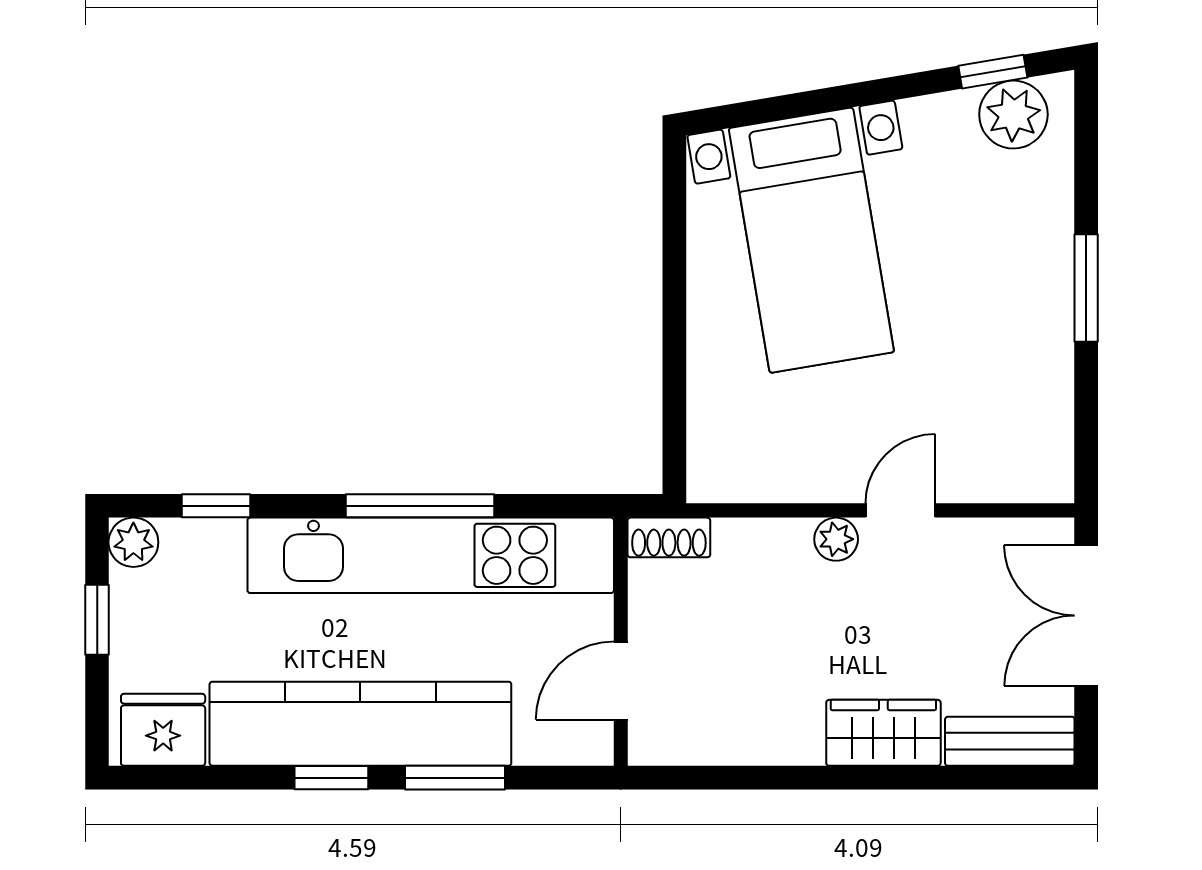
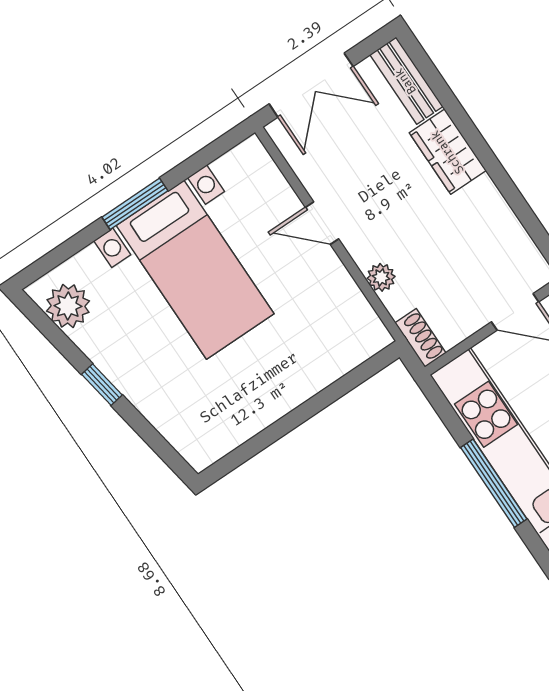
window: (993, 72) -> (102, 385), moved
bed with nightstands: (811, 240) -> (195, 270), moved, turned 100
plant: (836, 539) -> (381, 277), moved

